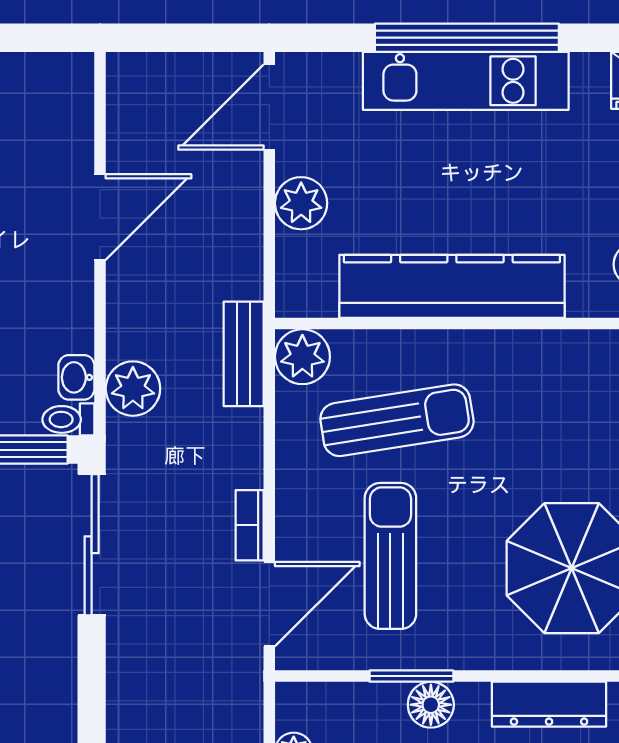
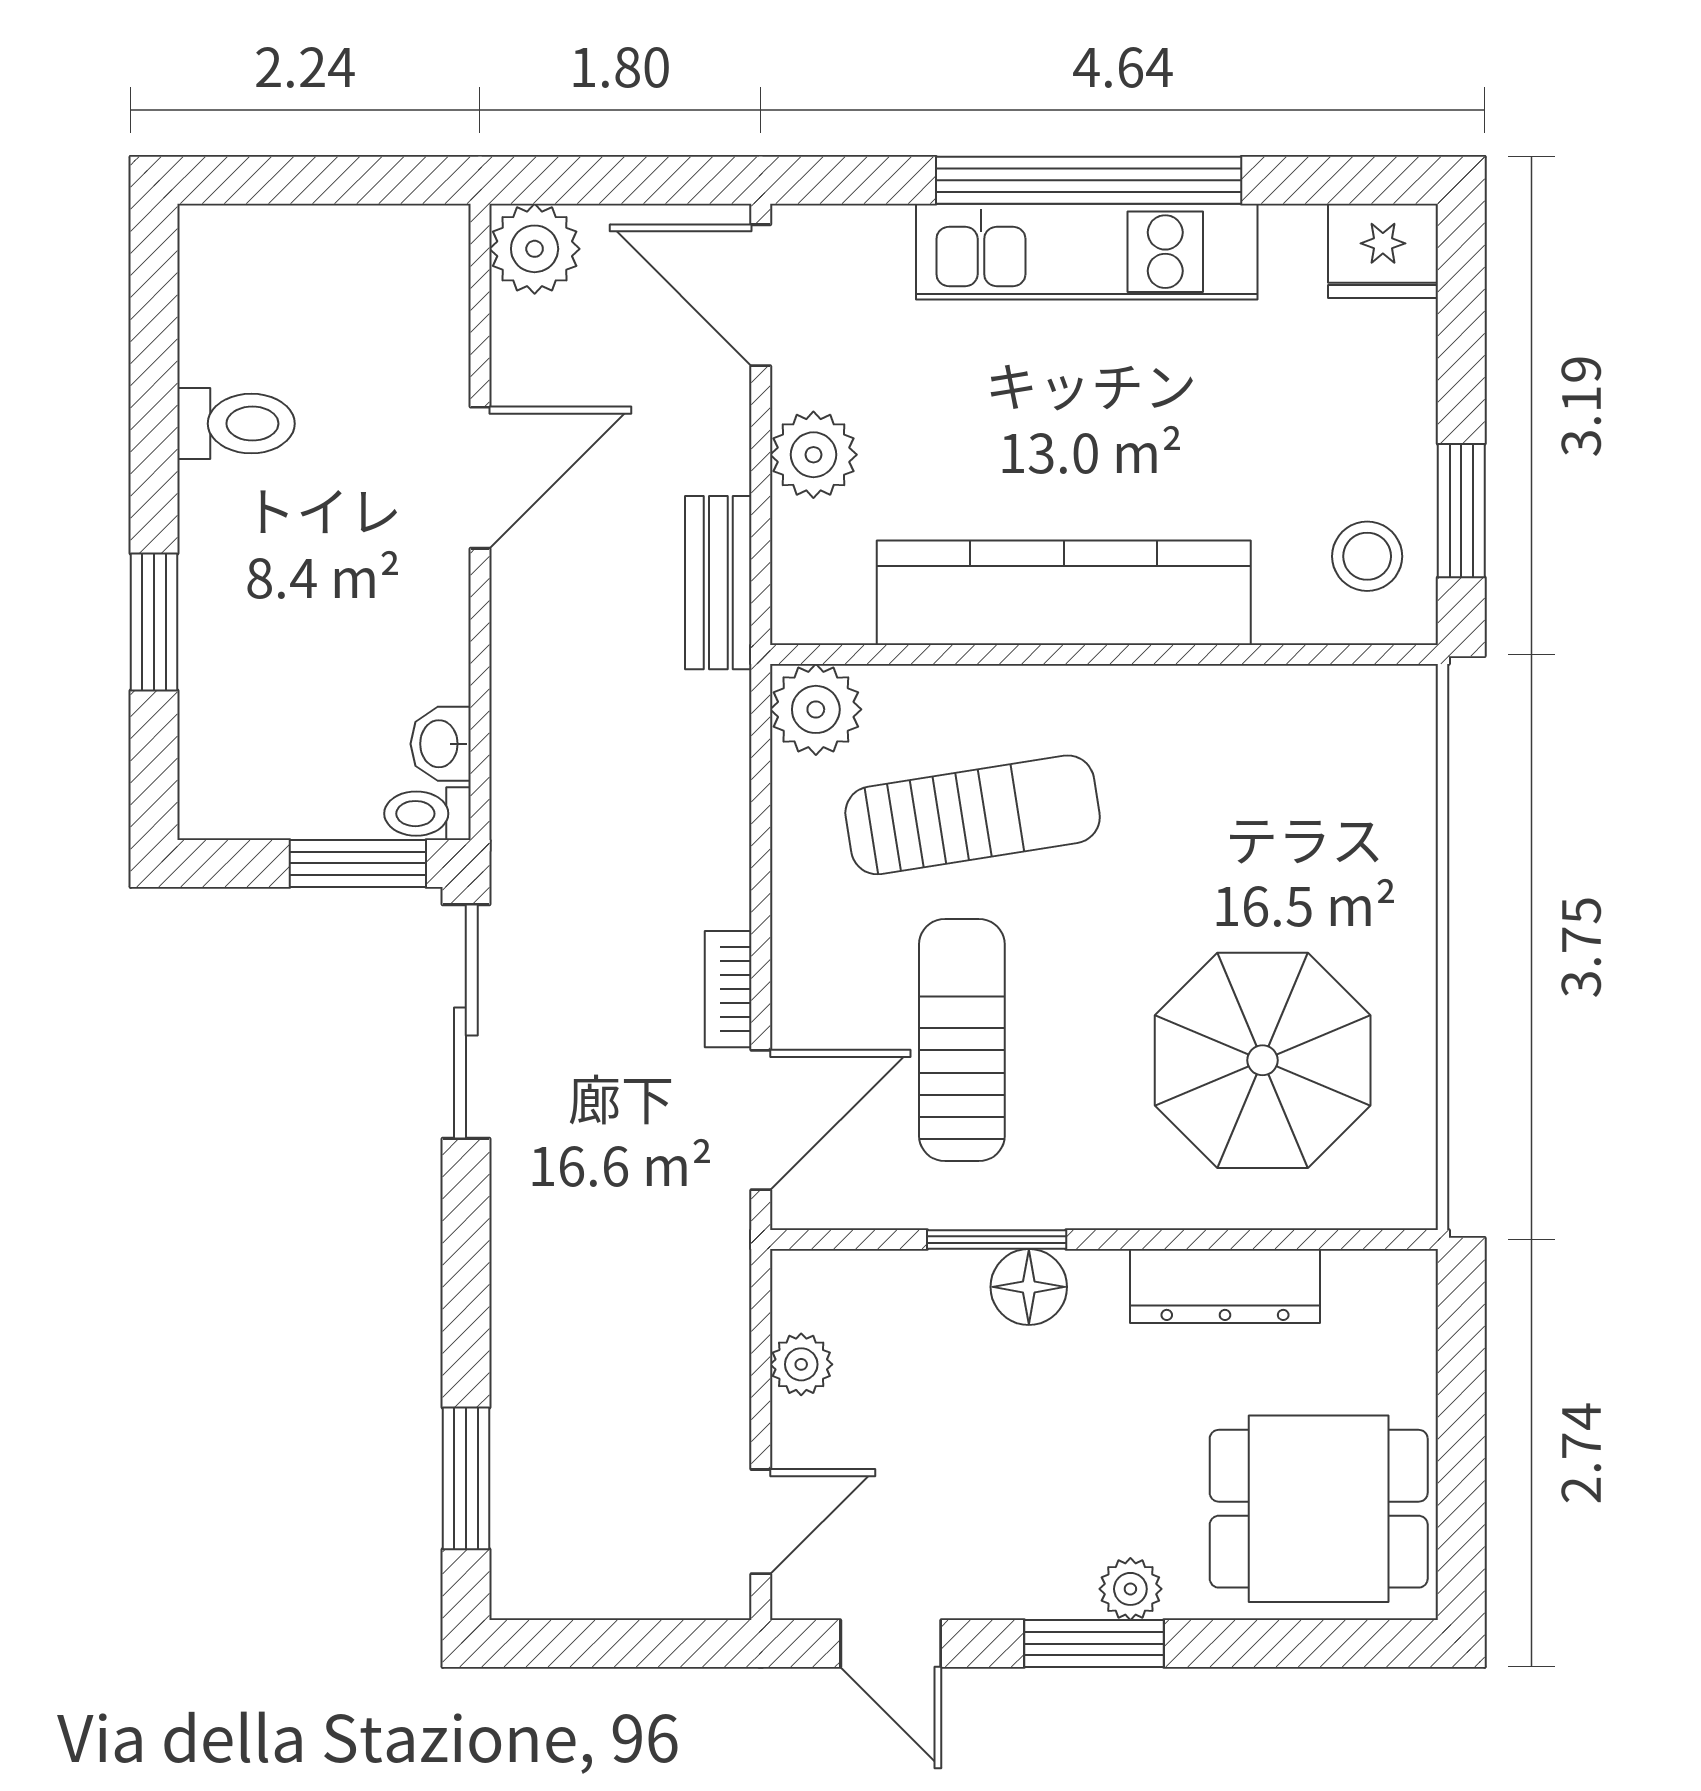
door: (269, 107) -> (761, 295), hinge flipped
bench: (244, 354) -> (718, 583), moved
plant: (133, 389) -> (535, 249), moved

